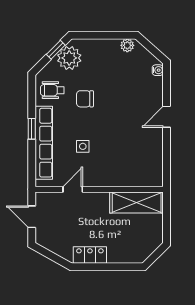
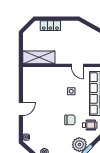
door: (73, 189) -> (77, 65), hinge flipped
locker: (90, 255) -> (50, 26), moved

